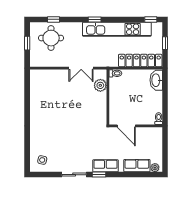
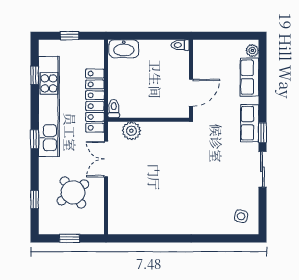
window: (151, 19) -> (35, 75), moved
round table: (51, 38) -> (73, 192), moved, turned -36
locker: (140, 60) -> (95, 101), moved
double door: (81, 68) -> (106, 159), swing flipped

